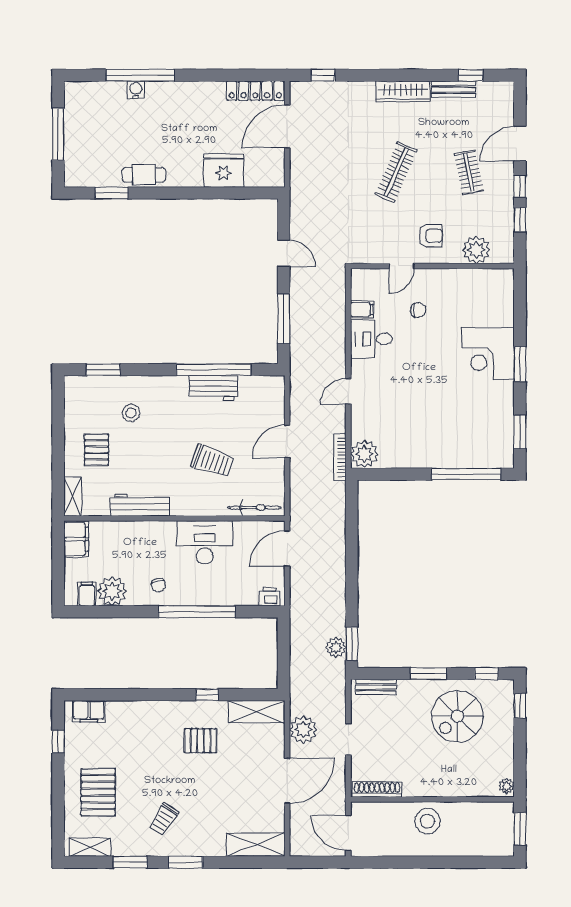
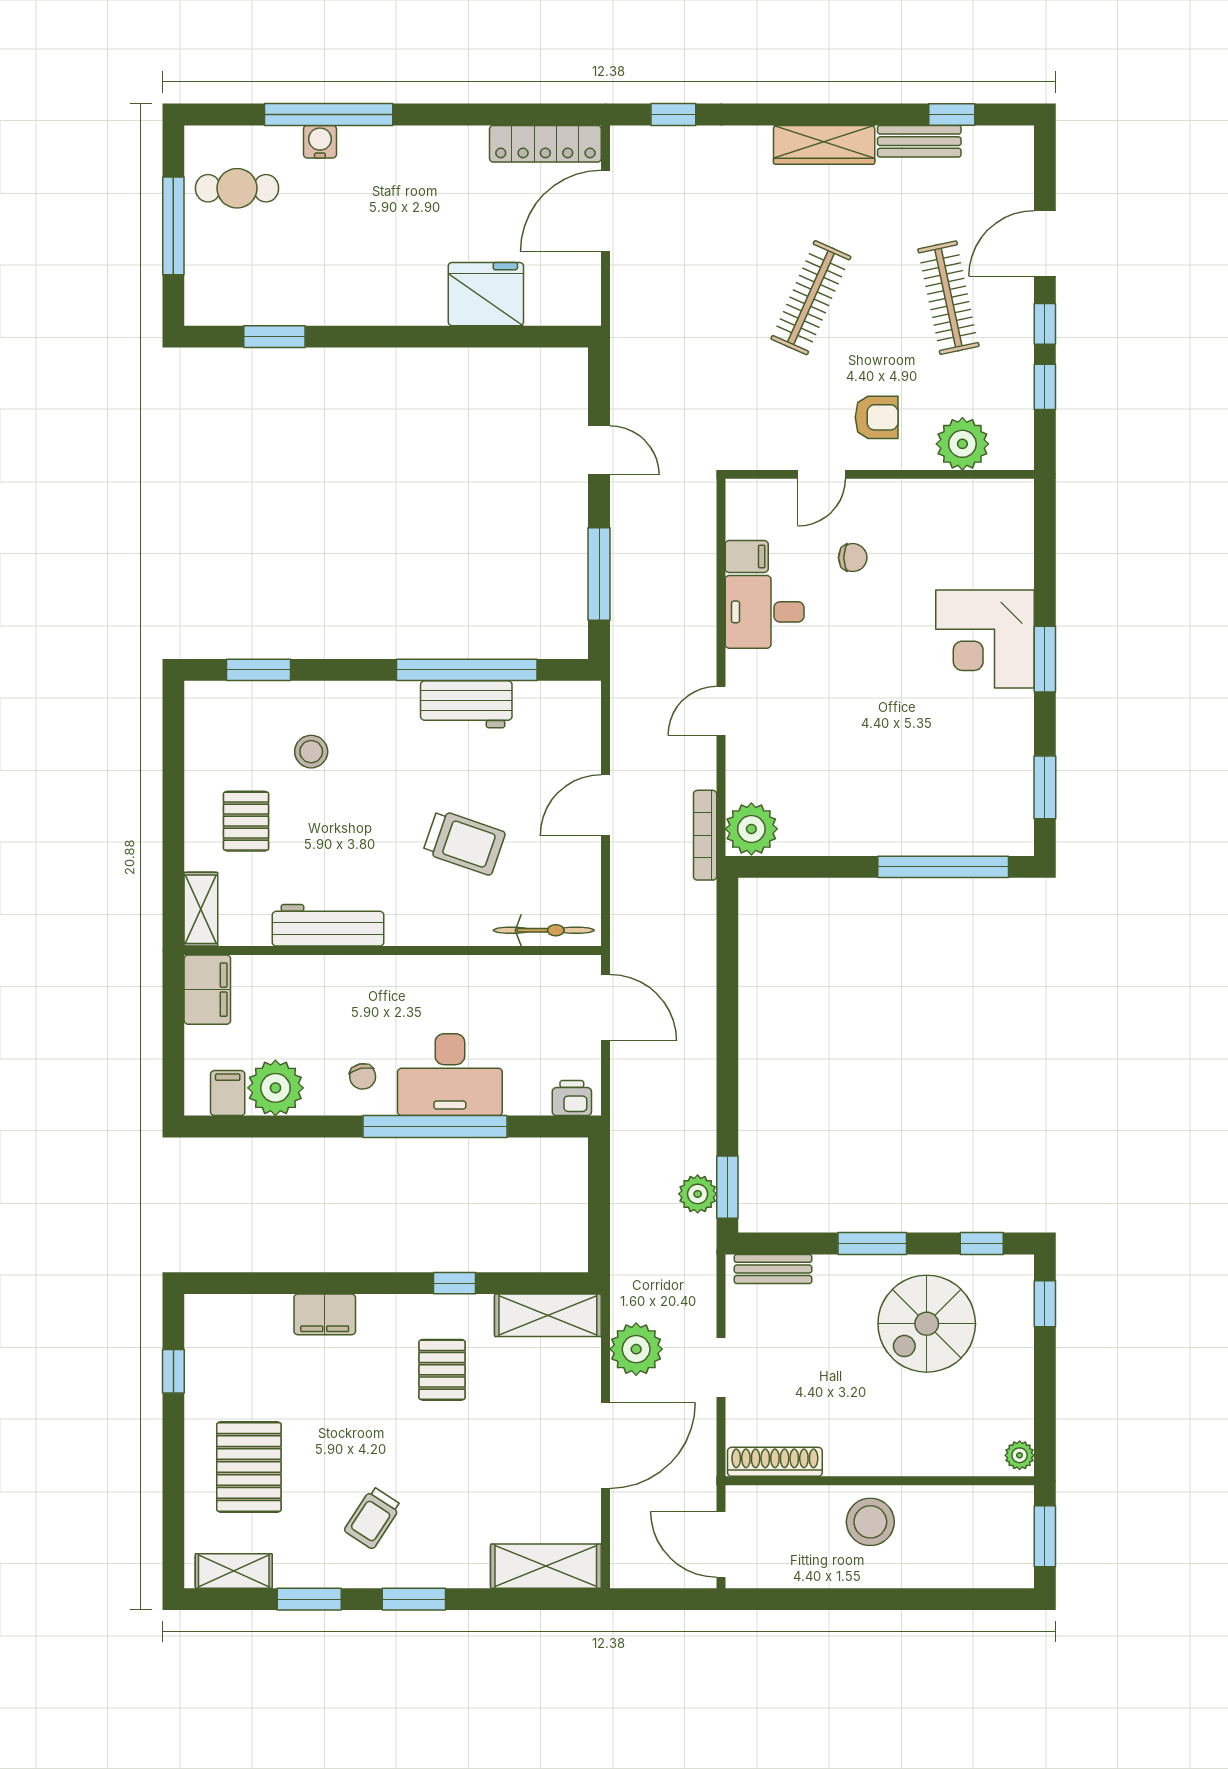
clothes rail: (469, 172) -> (948, 298), width x1.36
cafe table: (144, 175) -> (237, 188), moved
desk: (205, 542) -> (450, 1075), moved, turned 180
door: (287, 549) -> (606, 1008), swing flipped
filing cabinet: (89, 711) -> (325, 1314), moved
pallet: (200, 741) -> (442, 1370), turned 90

